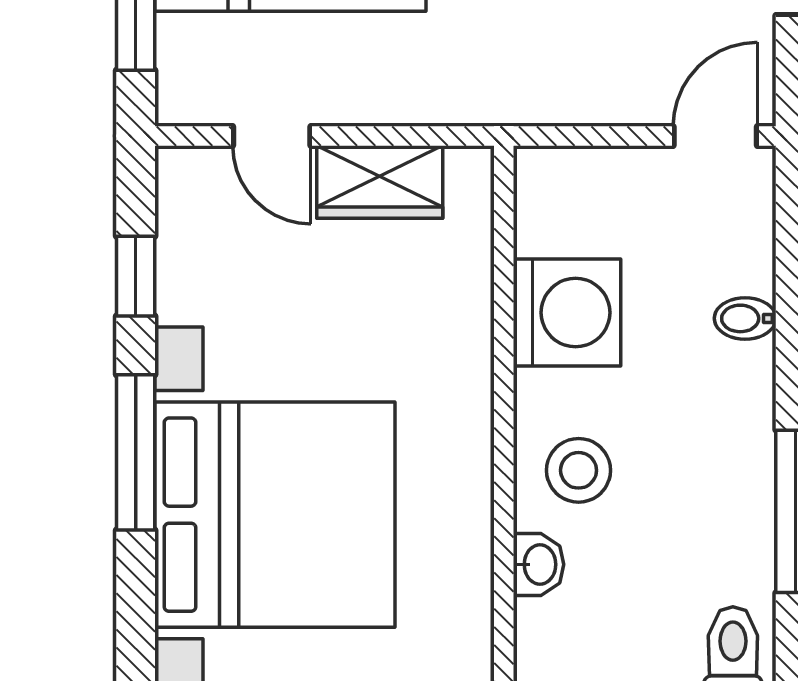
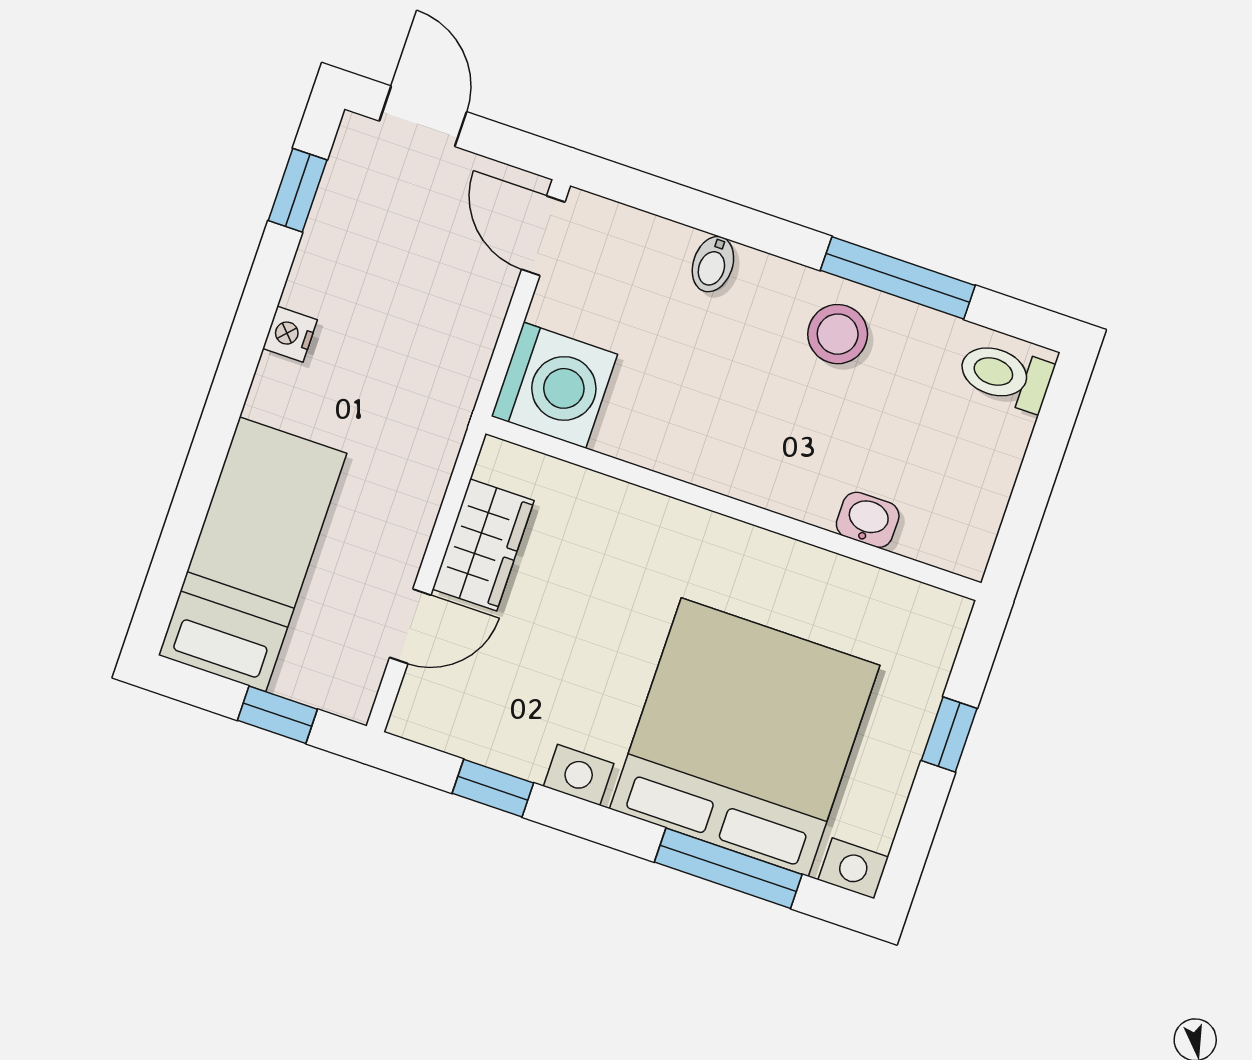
washing machine: (567, 313) -> (554, 385), moved, turned 90
window: (136, 452) -> (728, 868), moved
stool: (579, 470) -> (838, 334), moved

